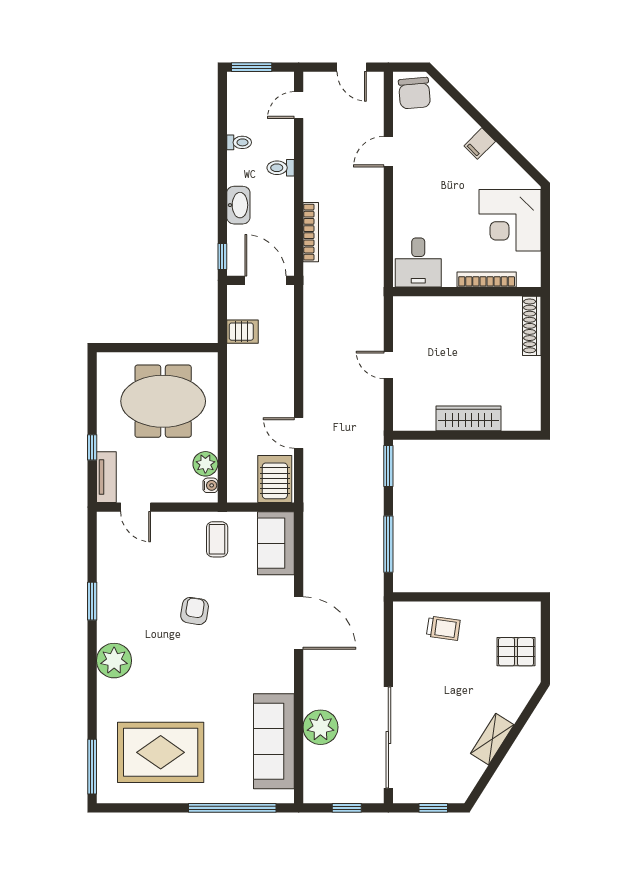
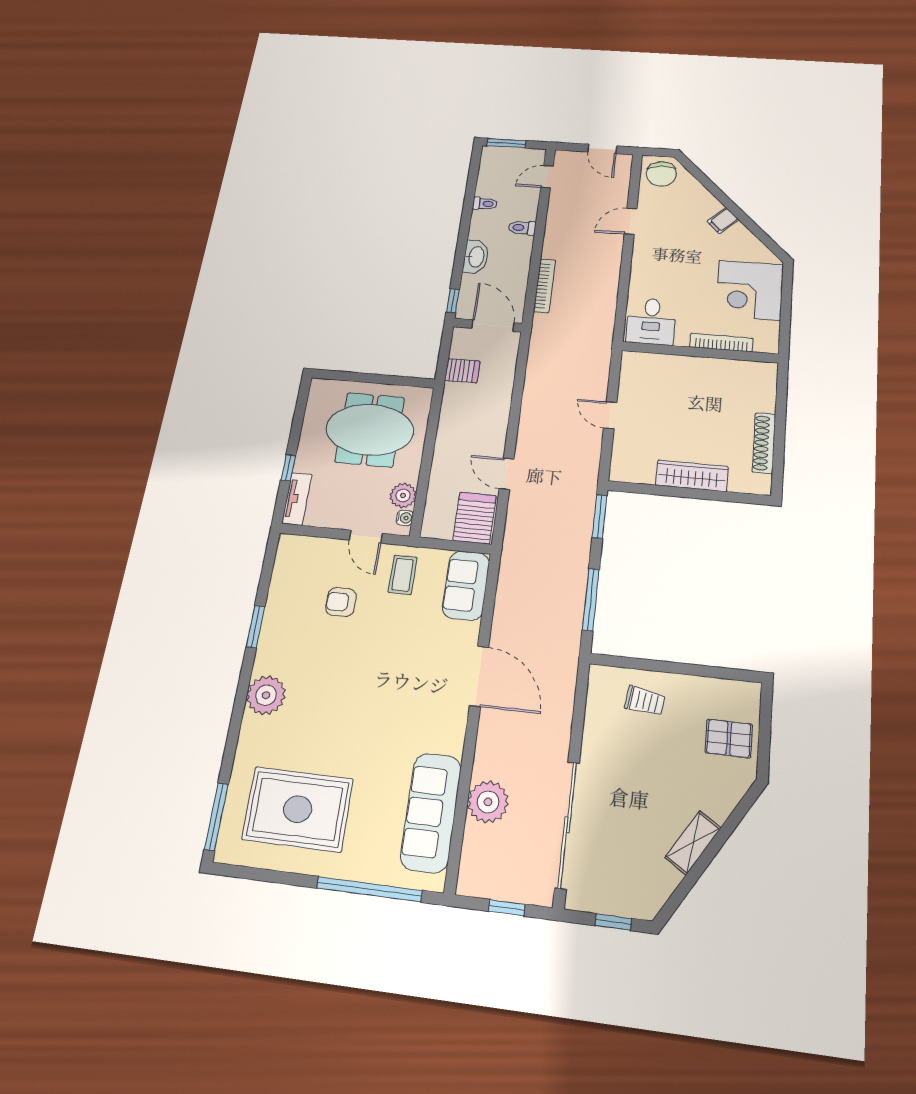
shoe rack: (532, 326) -> (764, 443), moved
door: (136, 507) -> (366, 537), moved
armchair: (195, 611) -> (341, 602), moved, turned -99

